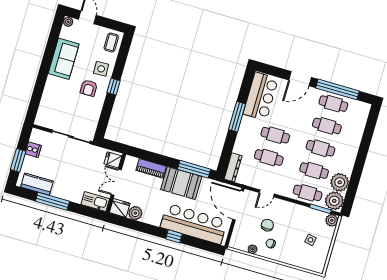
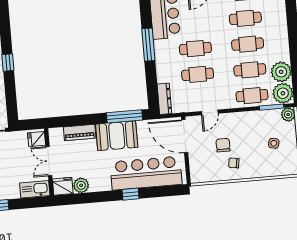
plant: (252, 249) -> (217, 176), removed

